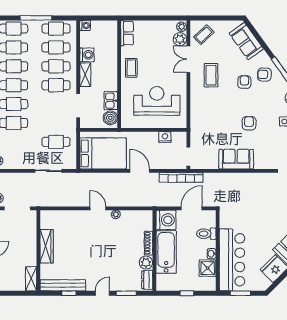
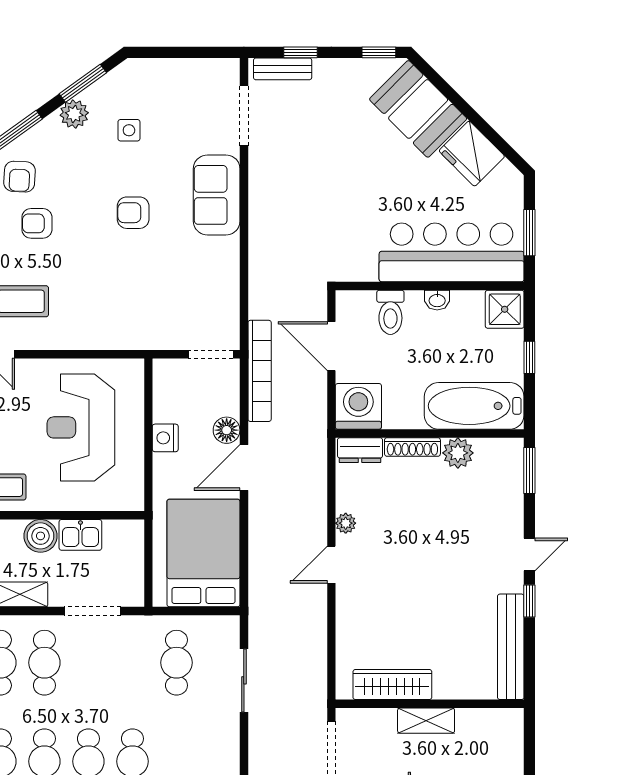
boiler: (110, 118) -> (41, 536), moved
nightstand: (165, 137) -> (165, 438), moved
sofa: (236, 159) -> (217, 195), moved
floor lamp: (156, 163) -> (227, 430), added
wardrobe: (47, 246) -> (392, 685), moved
bathtub: (166, 252) -> (474, 406), moved
shower: (208, 268) -> (505, 309), moved
shelving: (31, 279) -> (426, 721), moved
dresser: (147, 280) -> (360, 450), moved
window: (69, 293) -> (529, 601), moved
door: (102, 293) -> (529, 554), swing flipped
window: (126, 293) -> (529, 471), moved

